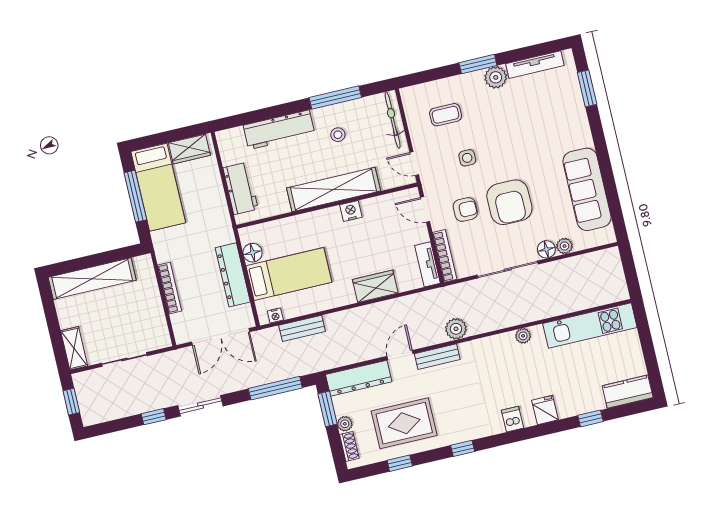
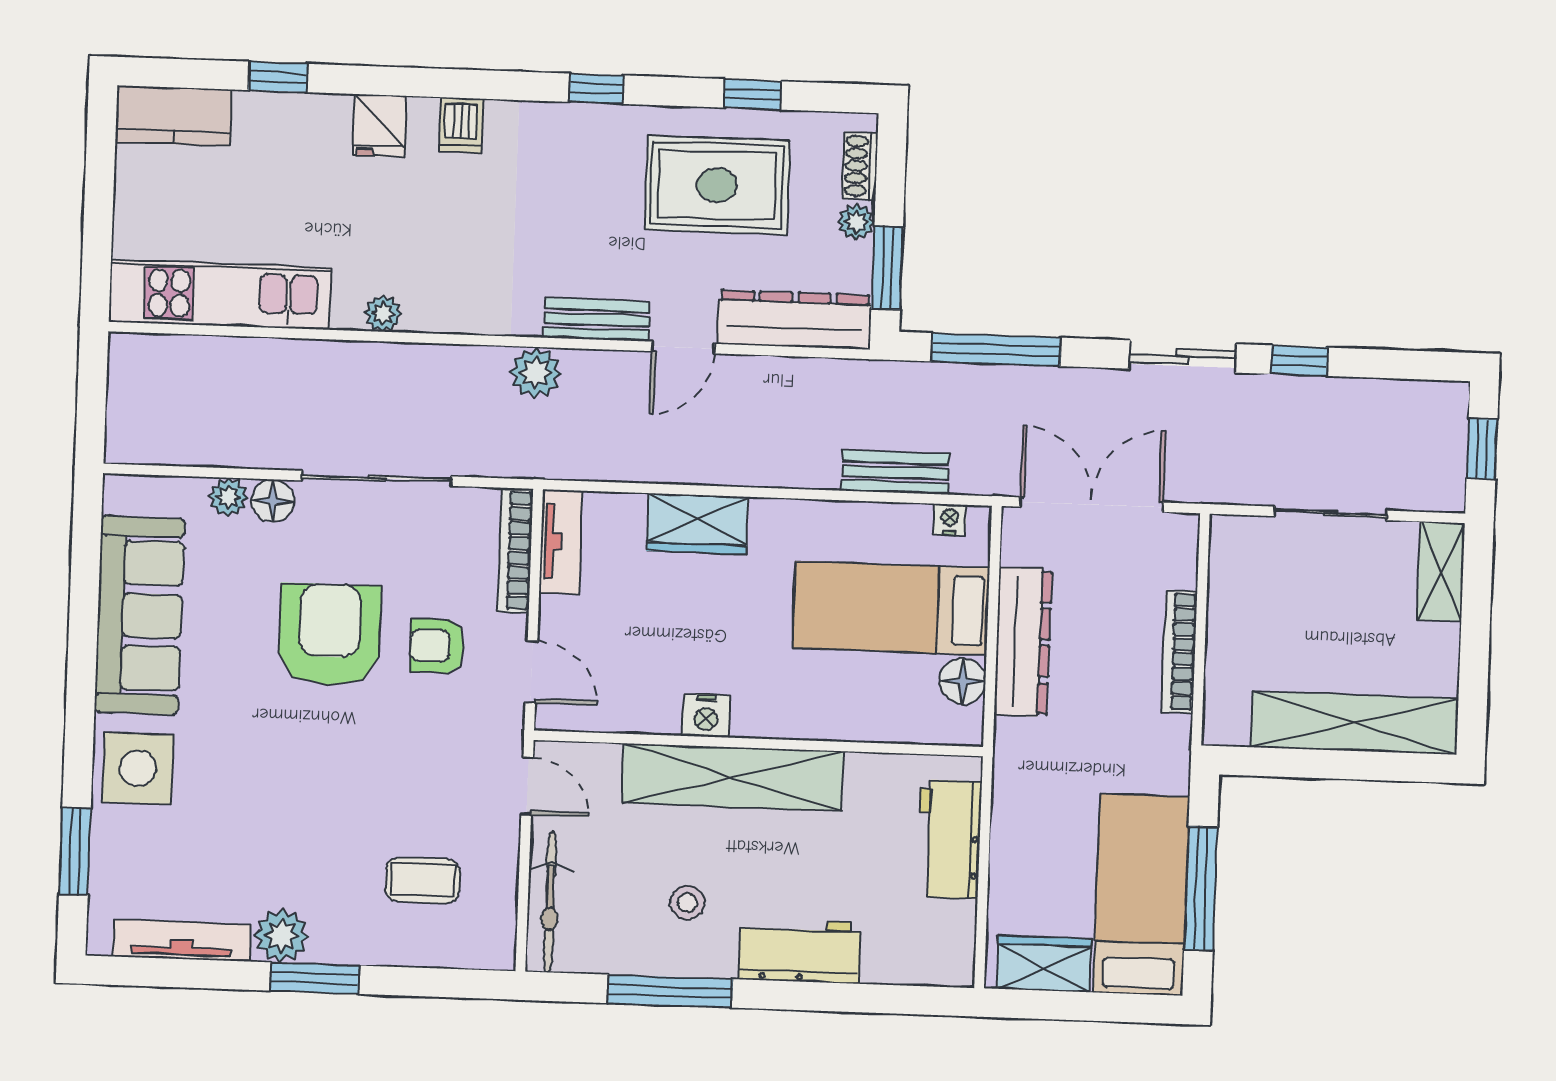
workbench: (279, 130) -> (800, 951), width x0.73
side table: (467, 158) -> (138, 768), moved, width x1.87, depth x1.87

